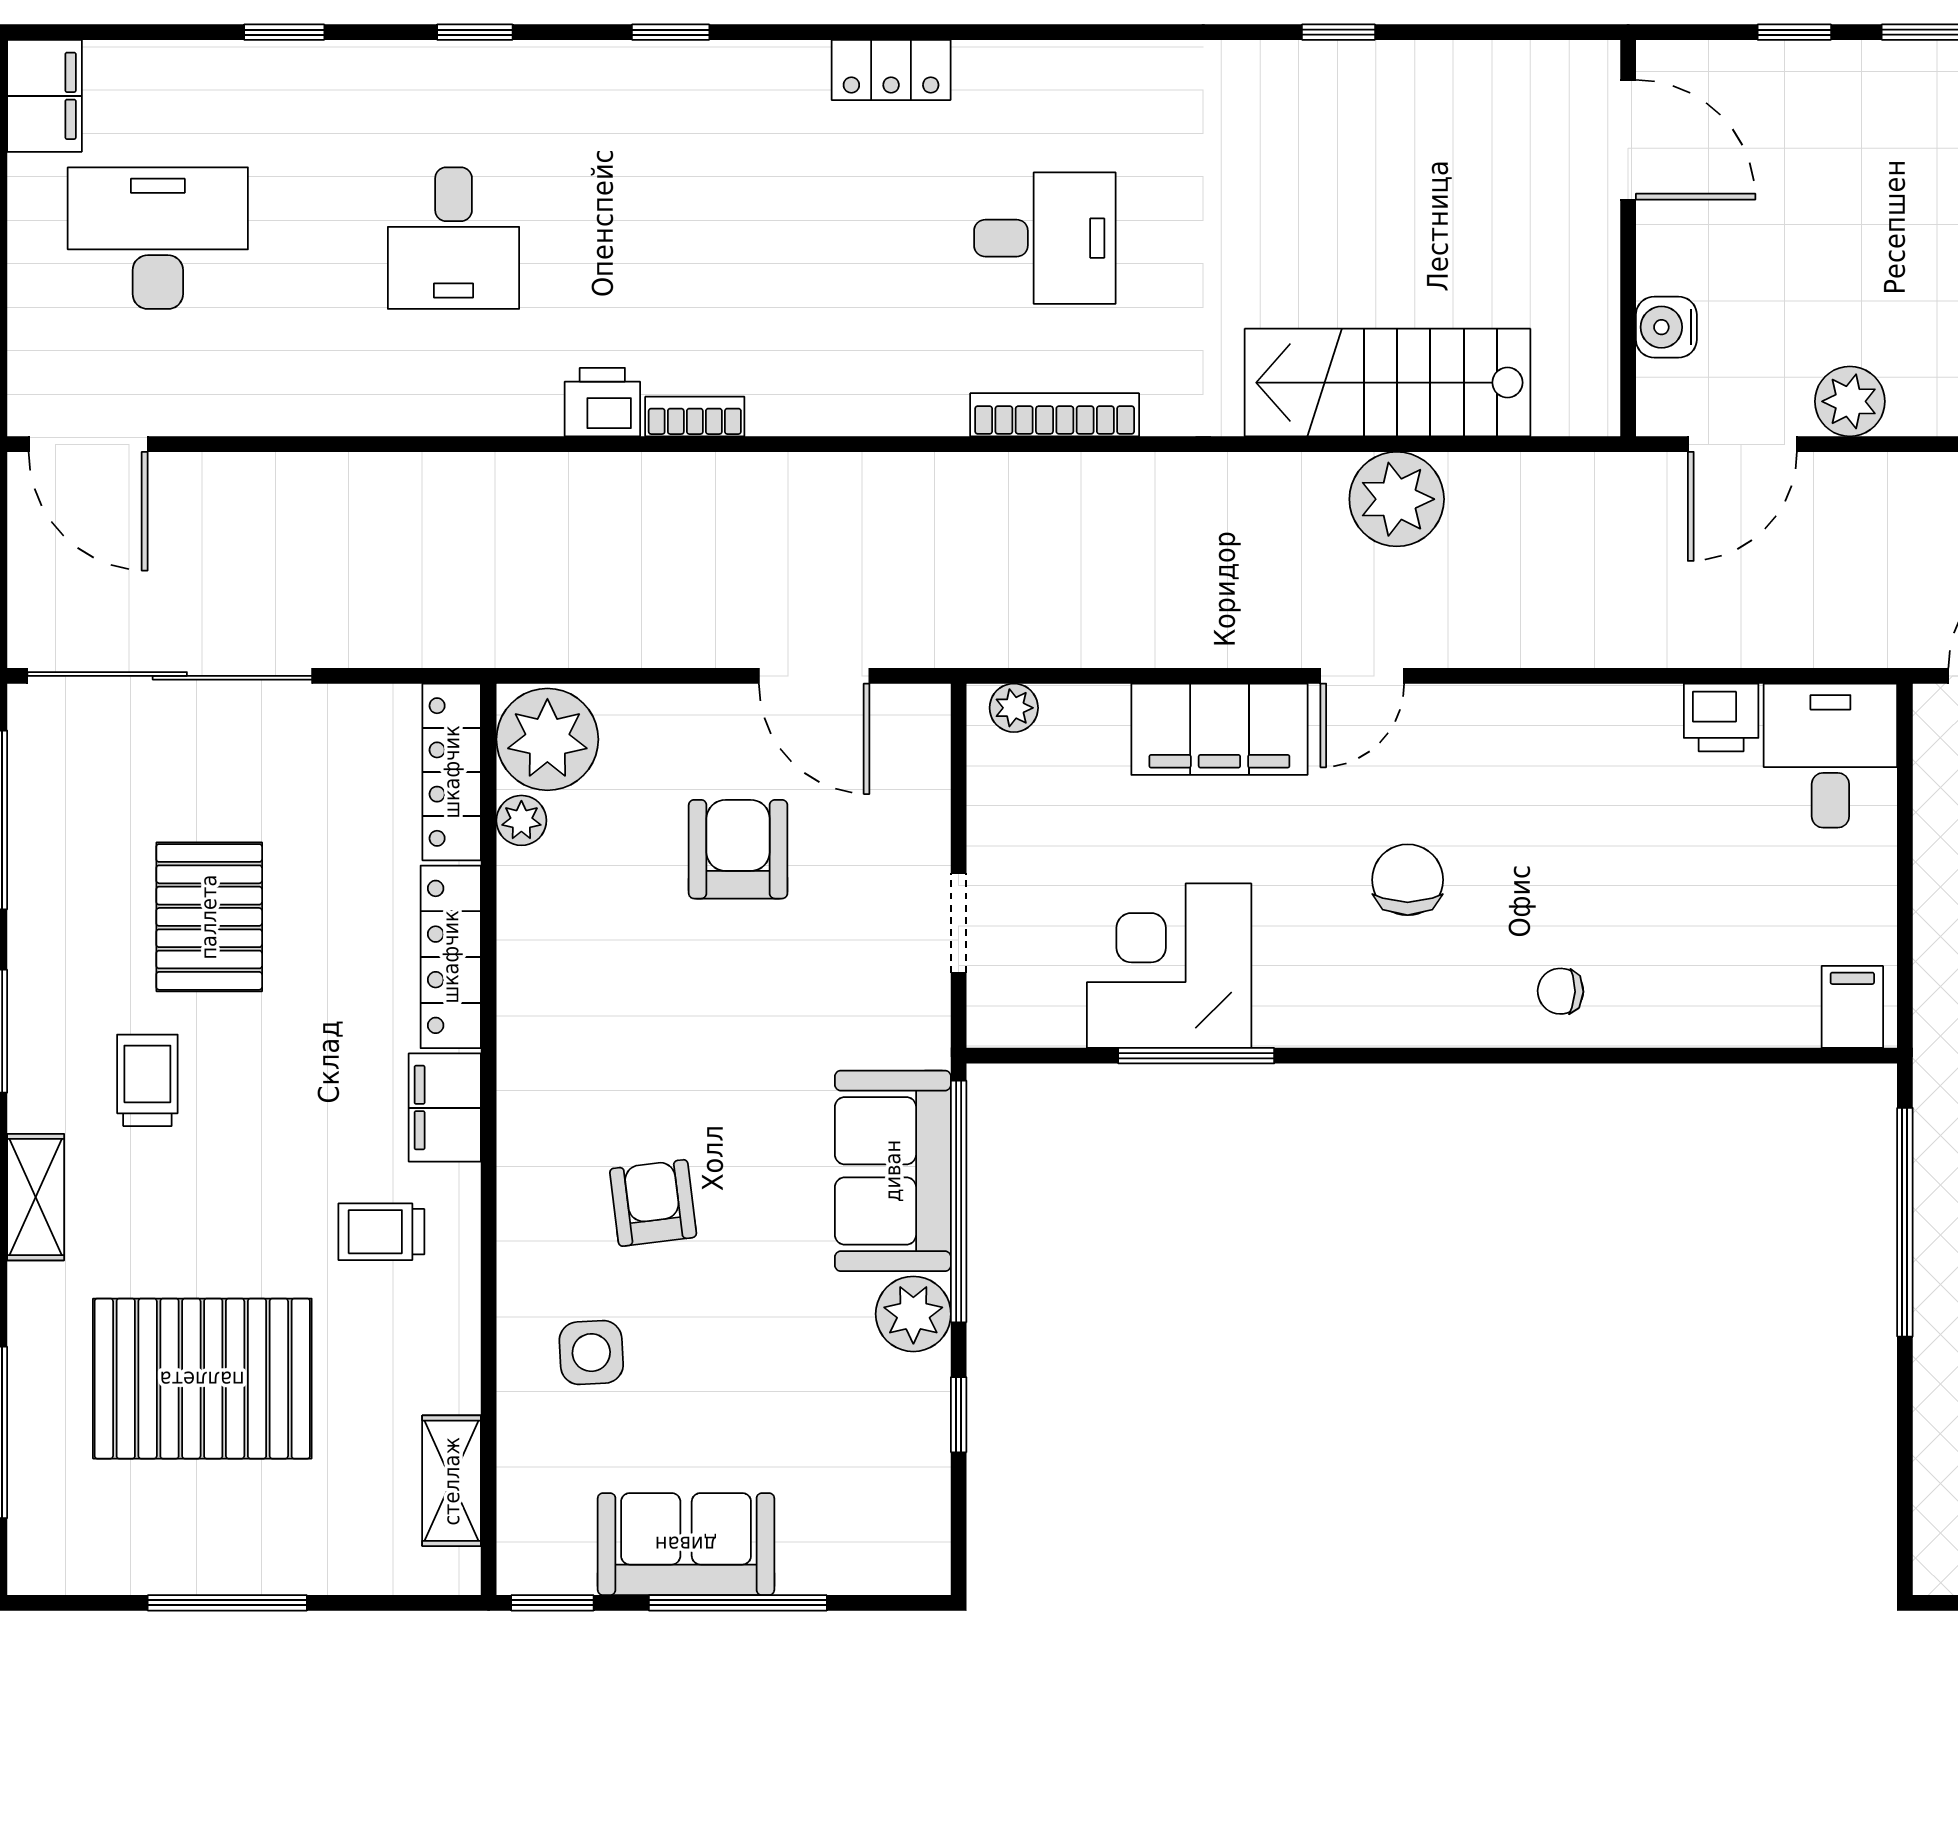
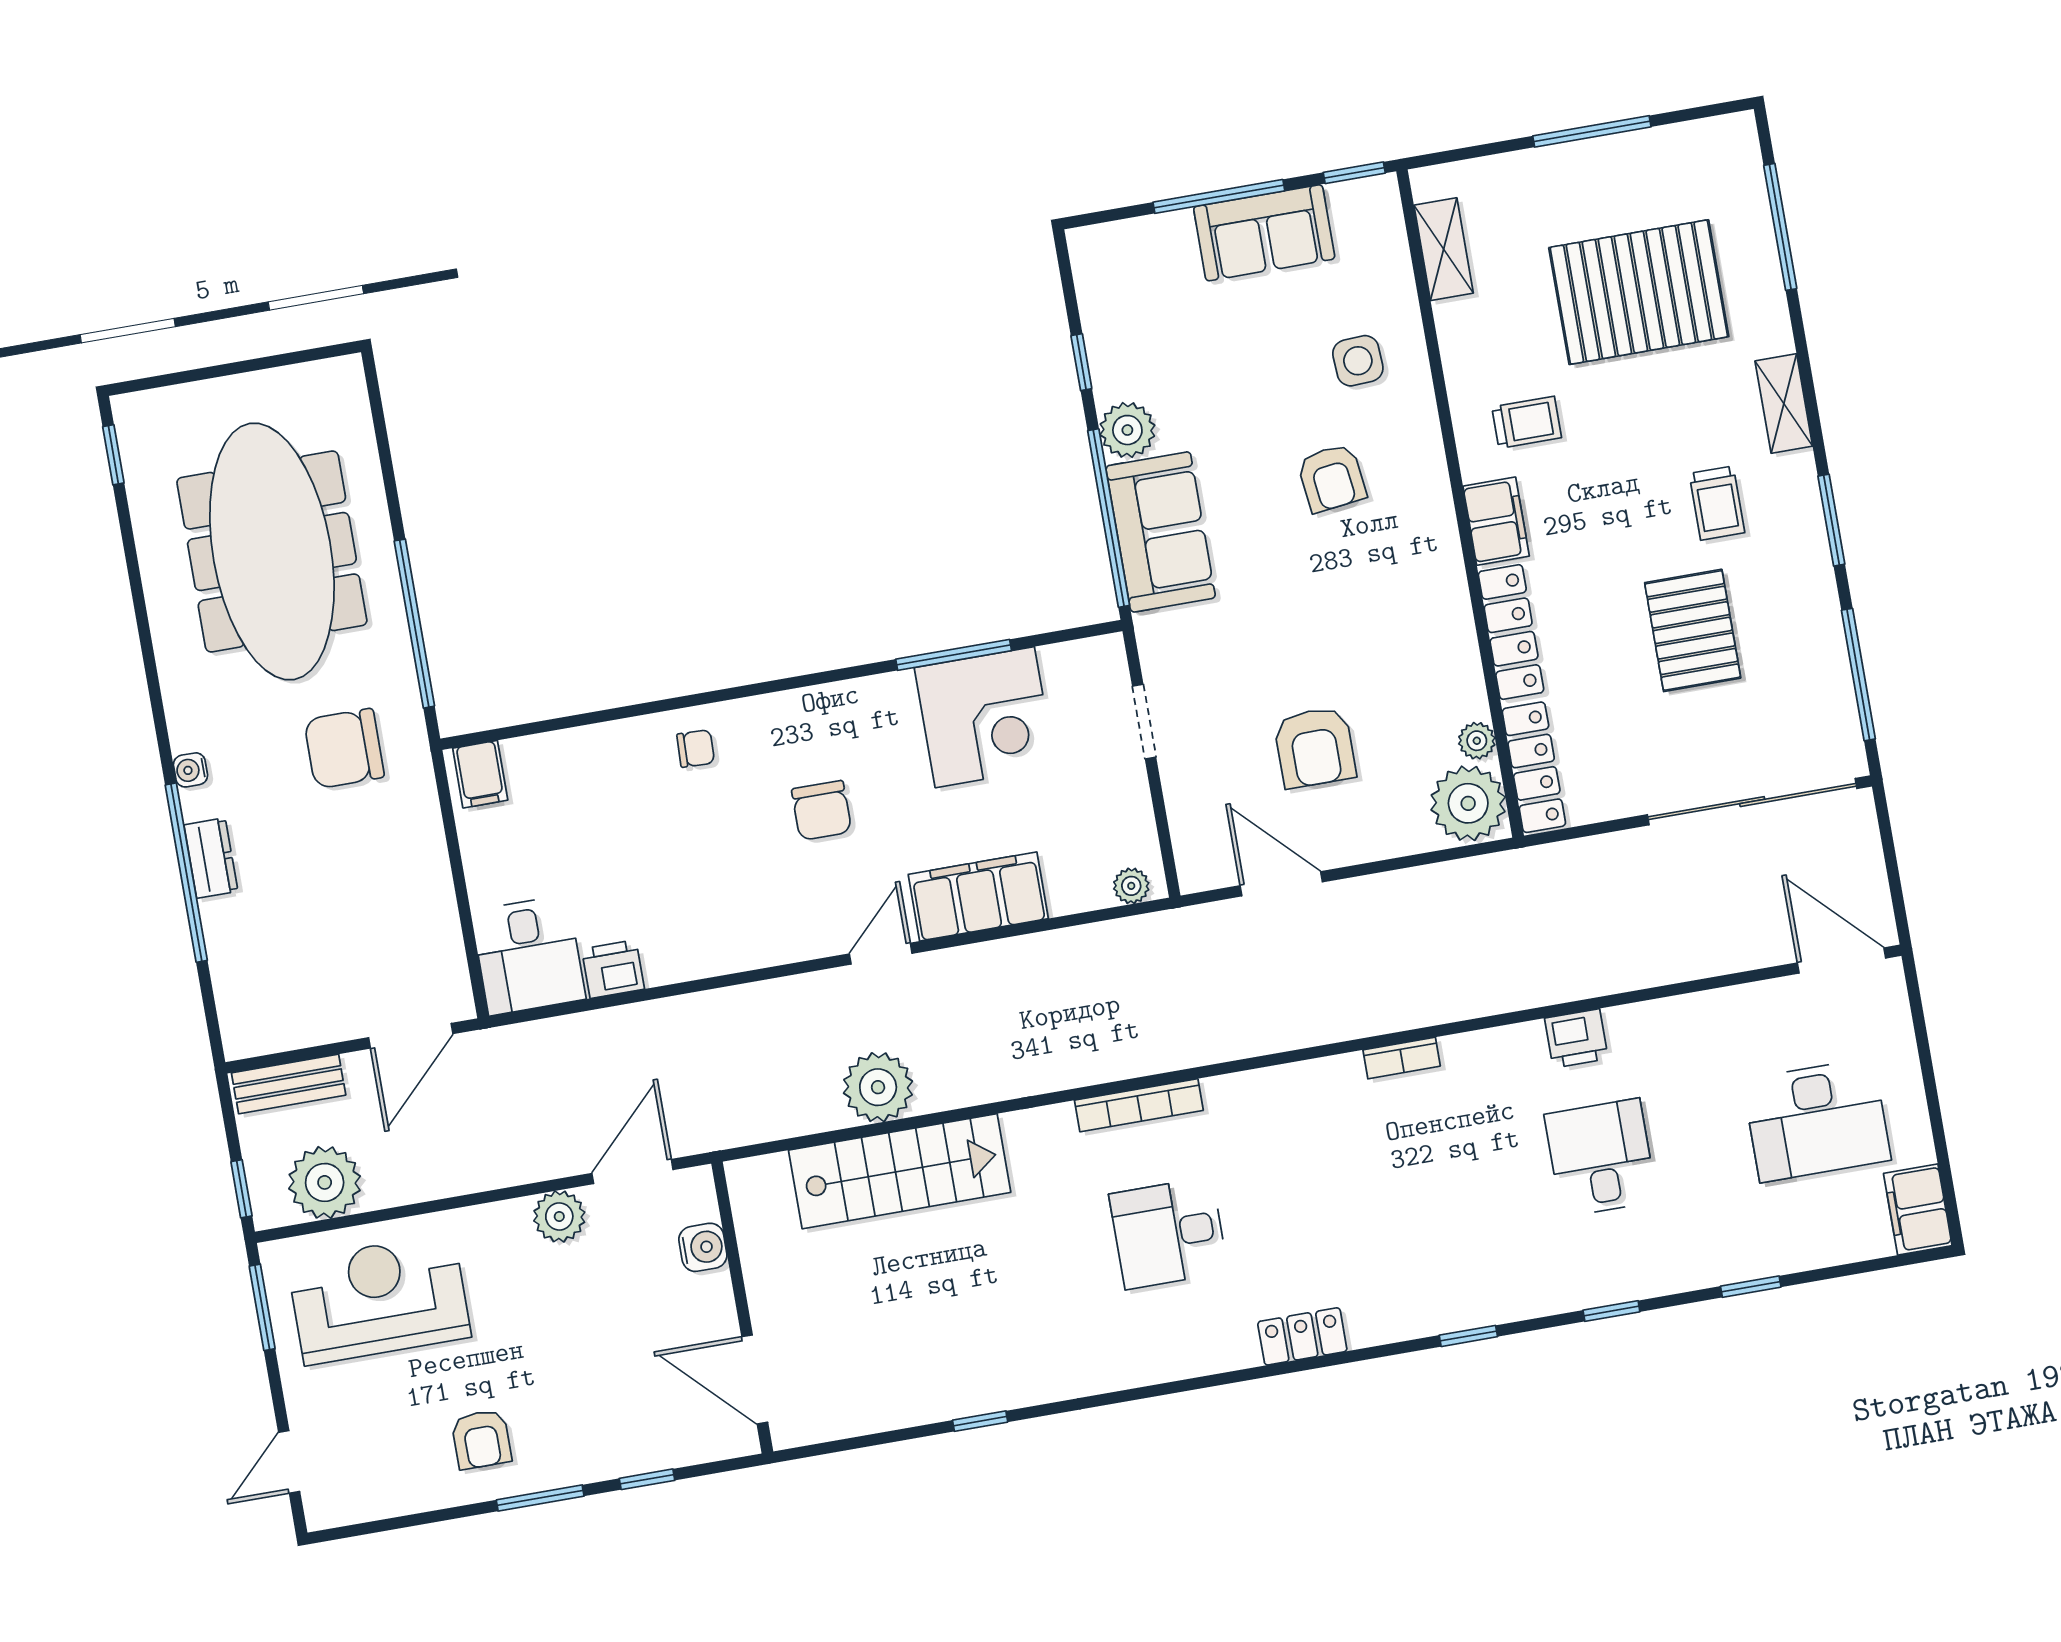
printer: (602, 402) -> (1576, 1038), moved

